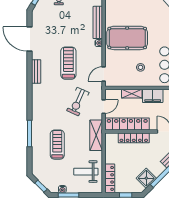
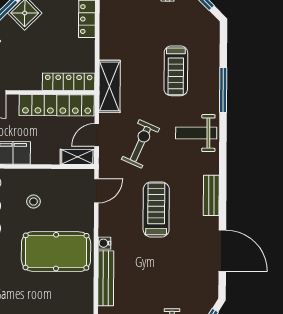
treadmill: (68, 63) -> (156, 209), turned 180
shelving: (132, 94) -> (77, 157), moved
locker: (134, 138) -> (69, 82), moved
weight bench: (86, 172) -> (196, 133), moved, turned 180

